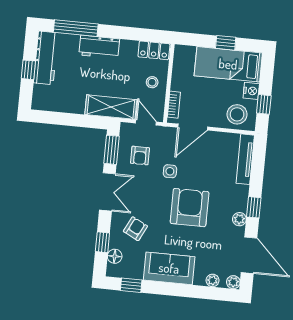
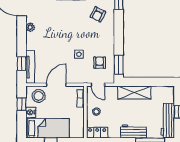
shelving: (111, 107) -> (134, 93), moved
door: (193, 127) -> (56, 85), moved
double door: (107, 192) -> (119, 37), removed
window: (254, 207) -> (22, 64), moved
armchair: (190, 208) -> (64, 32), removed

